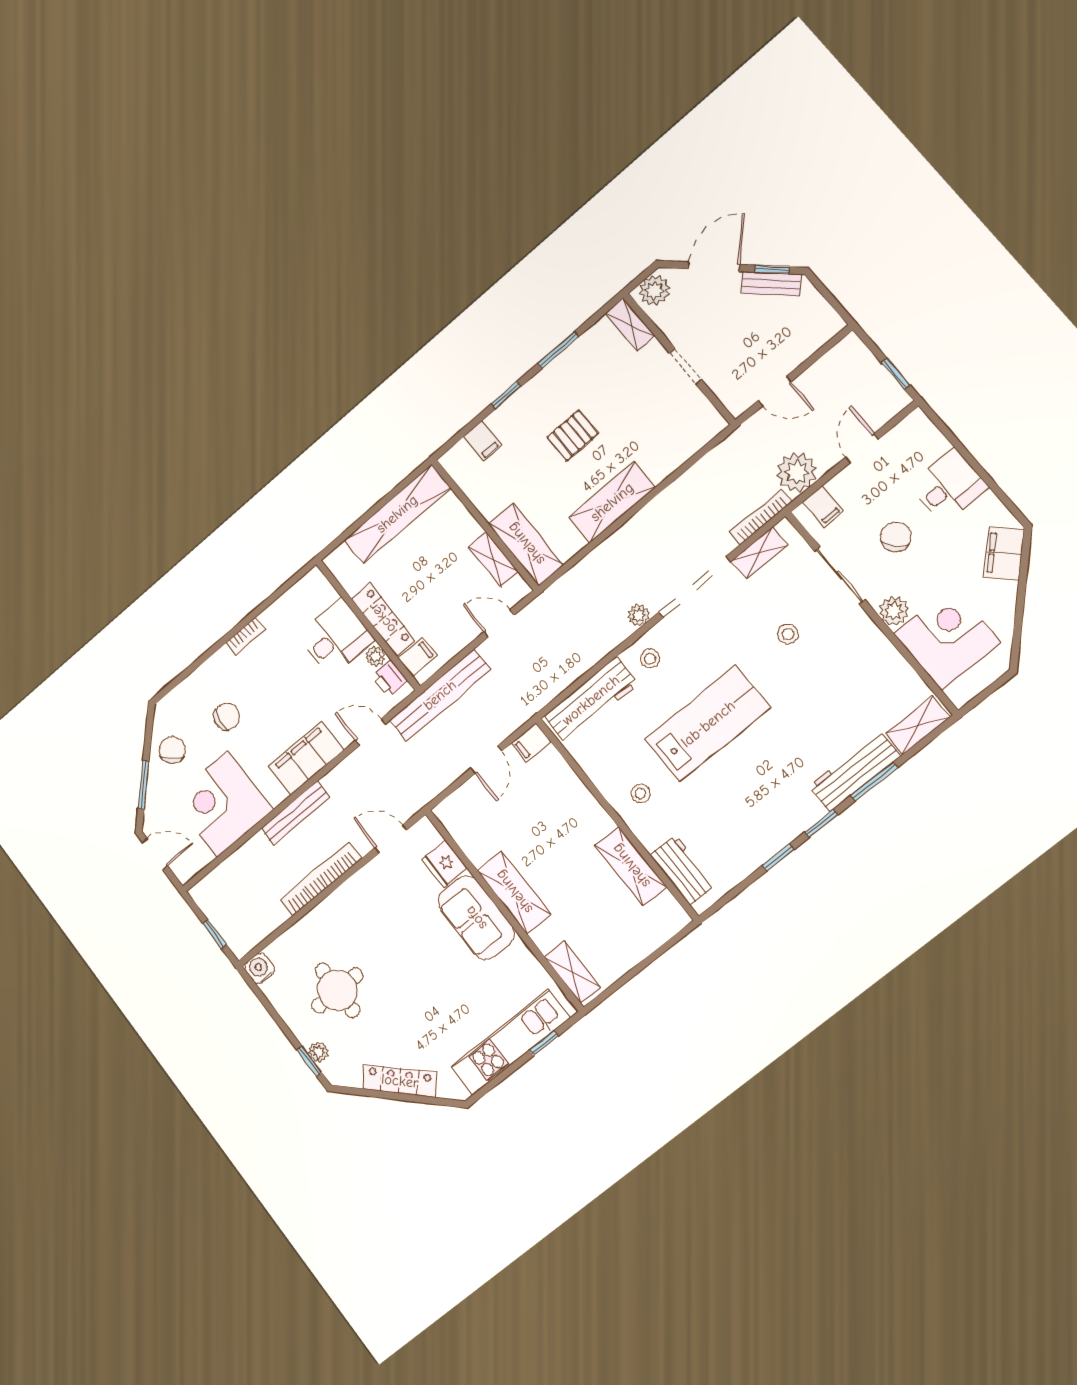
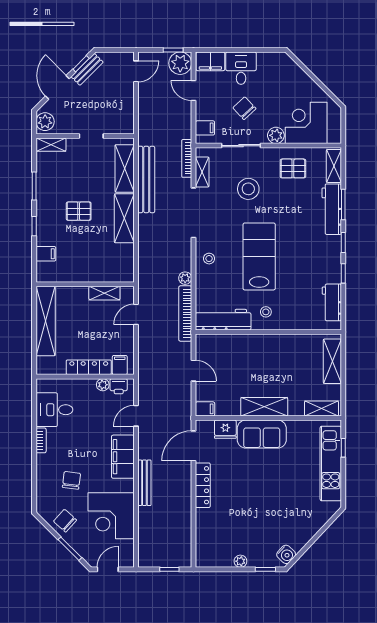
door: (774, 391) -> (136, 71), moved
pallet: (573, 435) -> (79, 211), turned 90
plant: (797, 472) -> (180, 63), moved
shelving: (526, 544) -> (125, 168), moved, turned 90
filing cabinet: (1004, 553) -> (210, 61), moved, turned -45
plant: (639, 615) -> (185, 278), moved
stool: (788, 634) -> (248, 189), width x1.89, depth x1.89
desk: (336, 638) -> (54, 410), moved, turned -90
pallet: (867, 672) -> (293, 168), added
bench: (440, 695) -> (146, 180), moved
workbench: (591, 700) -> (223, 320), moved, turned -90
filing cabinet: (531, 743) -> (205, 409), moved, turned -90
door: (391, 839) -> (193, 446), width x1.38
shelving: (631, 866) -> (332, 361), moved, turned 90
workbench: (683, 870) -> (332, 302), moved, turned -90
bookcase: (321, 879) -> (185, 314), moved
water cooler: (260, 969) -> (286, 554), moved, turned -137
round table: (337, 990) -> (243, 529), removed
plant: (319, 1052) -> (240, 561), moved
locker: (400, 1081) -> (203, 485), moved, turned 137

